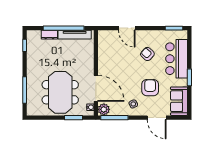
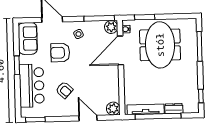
plant: (104, 36) -> (113, 109), added
door: (96, 88) -> (121, 50), hinge flipped
armchair: (150, 88) -> (60, 53), turned 90

